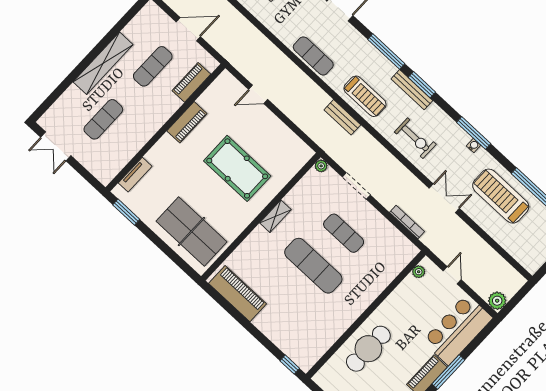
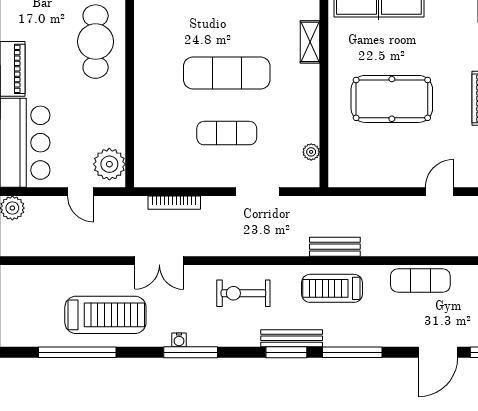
plant: (321, 166) -> (311, 152), moved
shelving: (275, 216) -> (310, 42), moved
plant: (419, 272) -> (109, 164), width x1.88, depth x1.88

